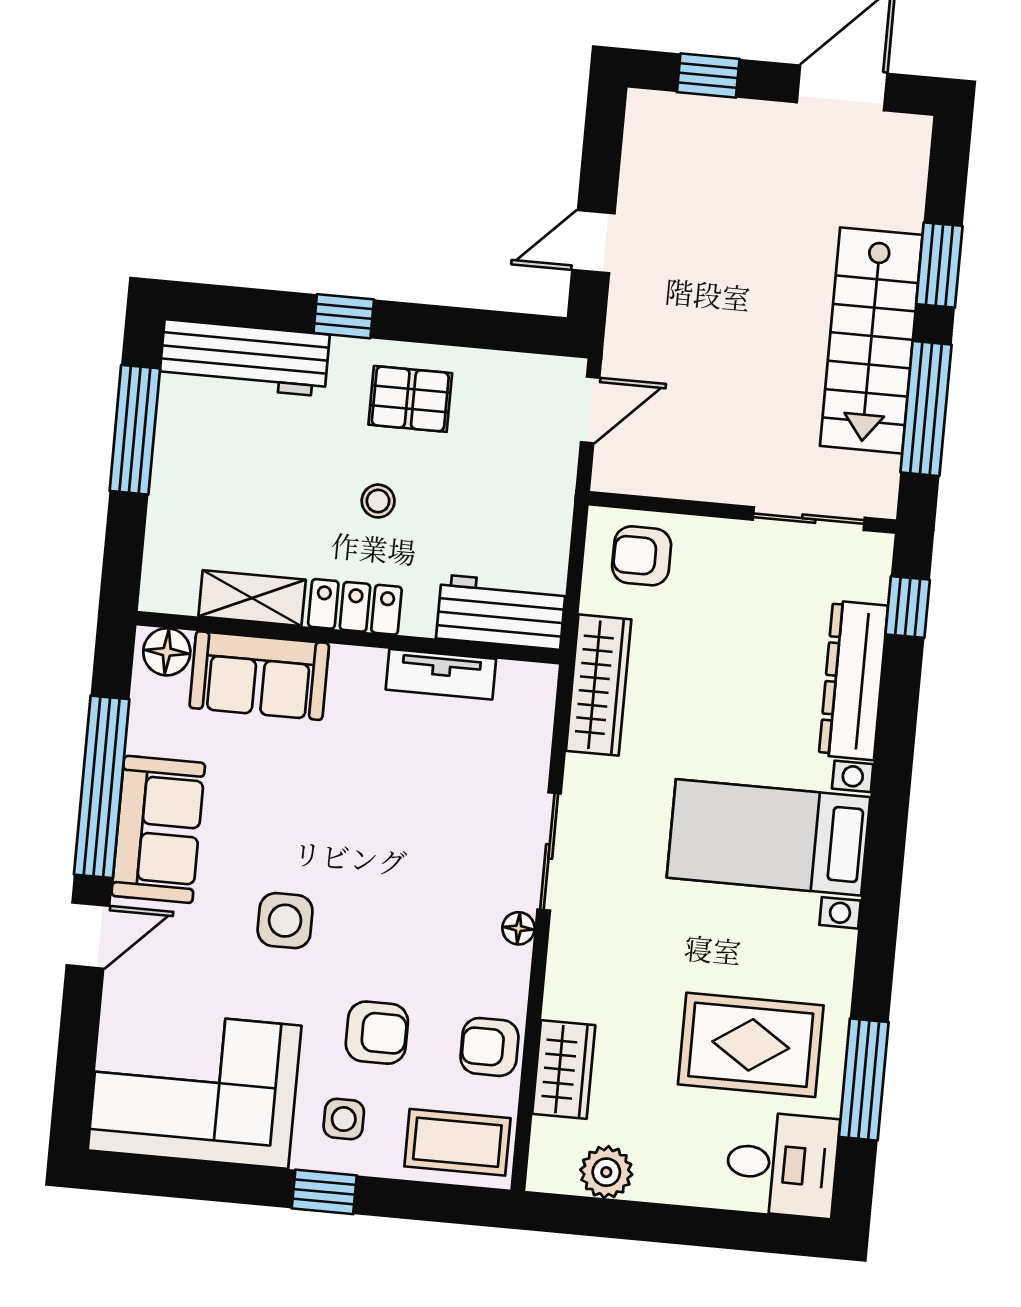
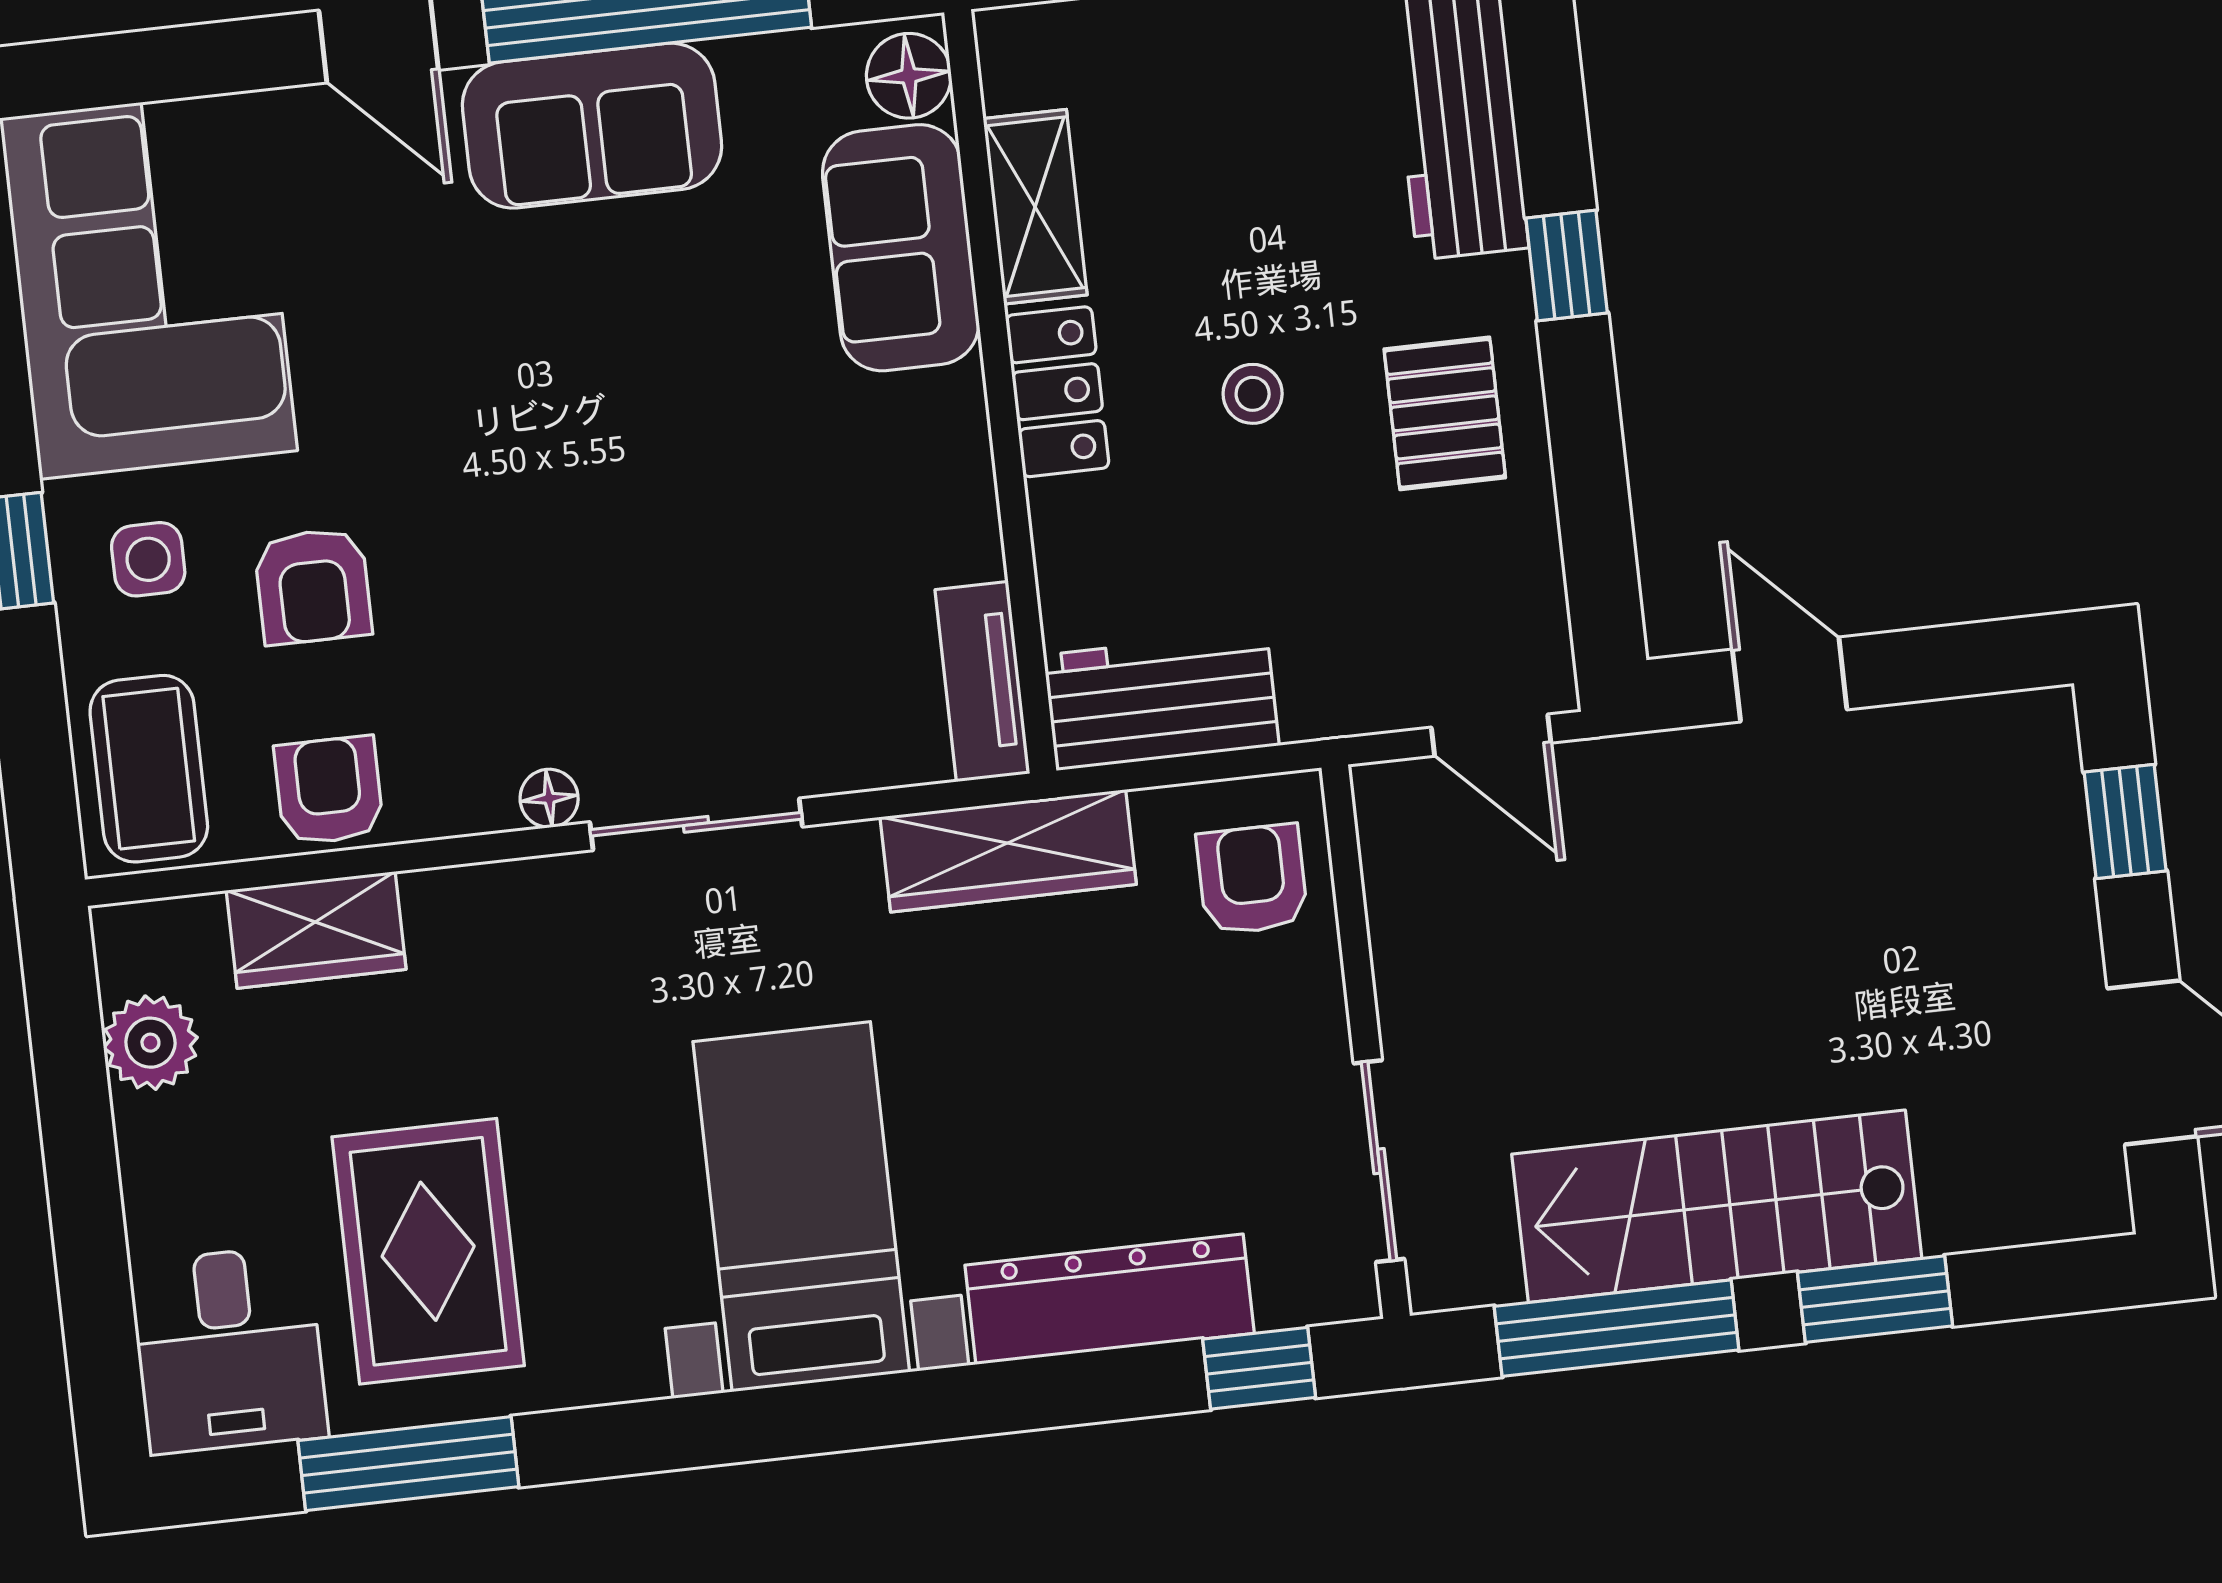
workbench: (501, 612) -> (1161, 700), moved, turned -90
tv unit: (441, 674) -> (982, 682), moved
side table: (285, 921) -> (477, 383), removed

